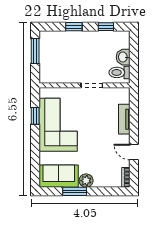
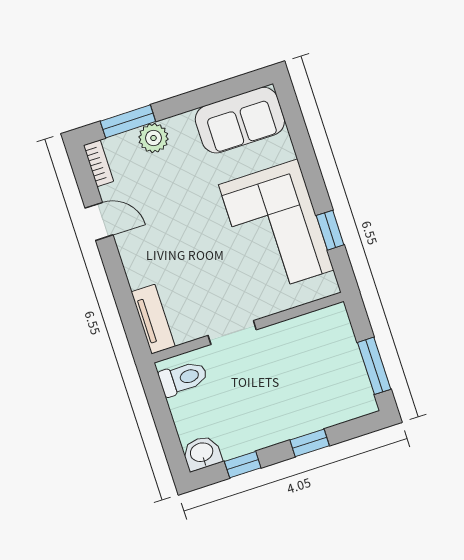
washbasin: (123, 57) -> (202, 453), moved, turned -90
tv unit: (124, 119) -> (153, 319), moved
plant: (86, 181) -> (153, 138), moved
window: (75, 191) -> (128, 121), moved

